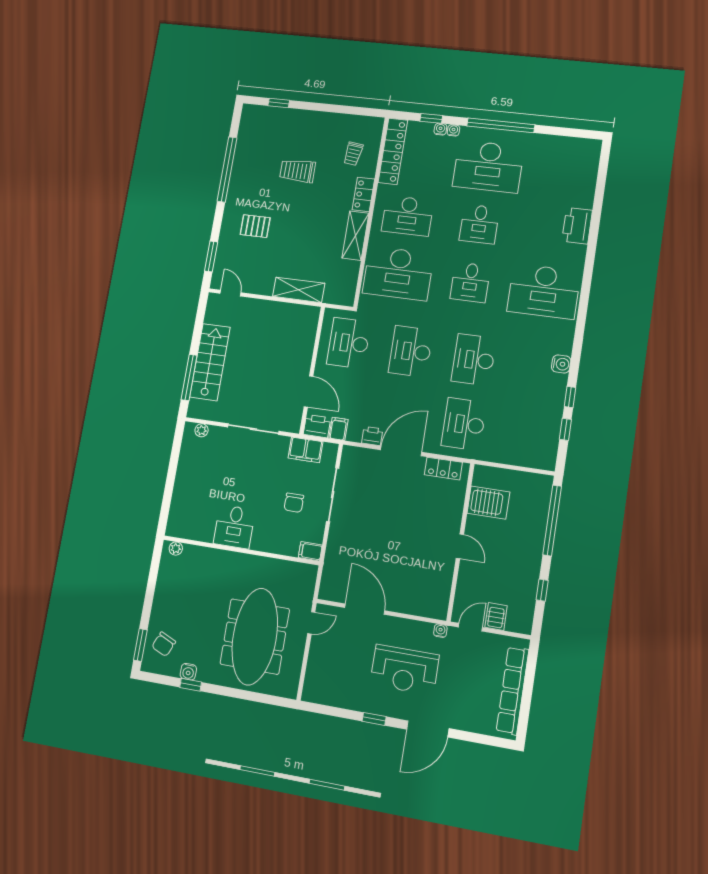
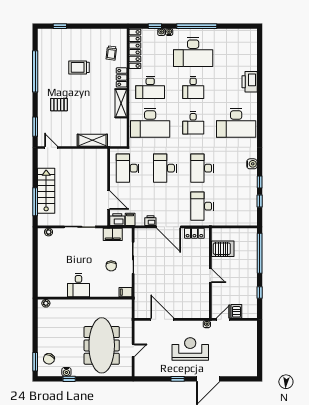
door: (401, 451) -> (169, 227), swing flipped
door: (311, 623) -> (133, 350), moved
reception desk: (405, 670) -> (190, 349), turned 180
row of seats: (513, 690) -> (251, 350), removed

